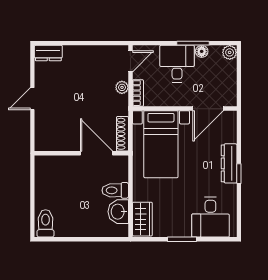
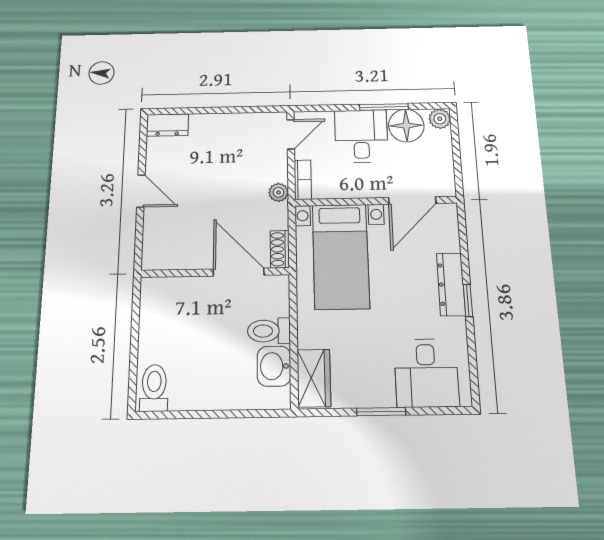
floor lamp: (202, 51) -> (406, 126), width x1.89, depth x1.89
plant: (122, 87) -> (278, 192), moved
door: (32, 99) -> (141, 191), swing flipped
shoe rack: (122, 134) -> (280, 249), width x0.70

